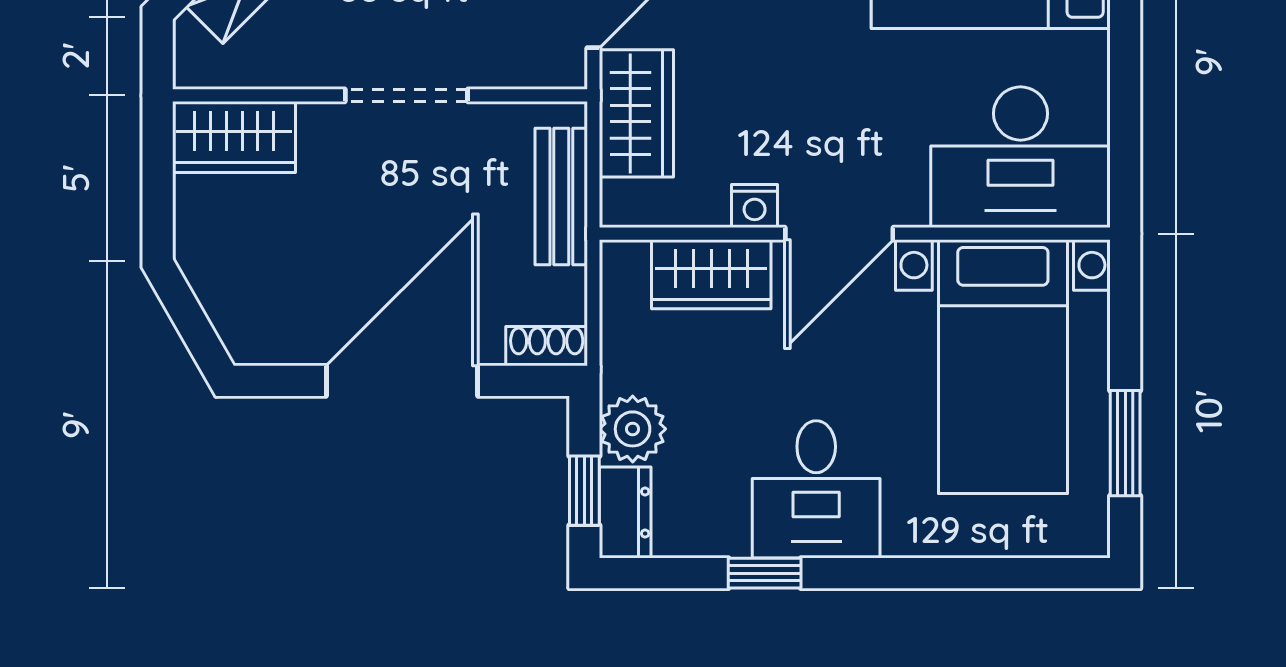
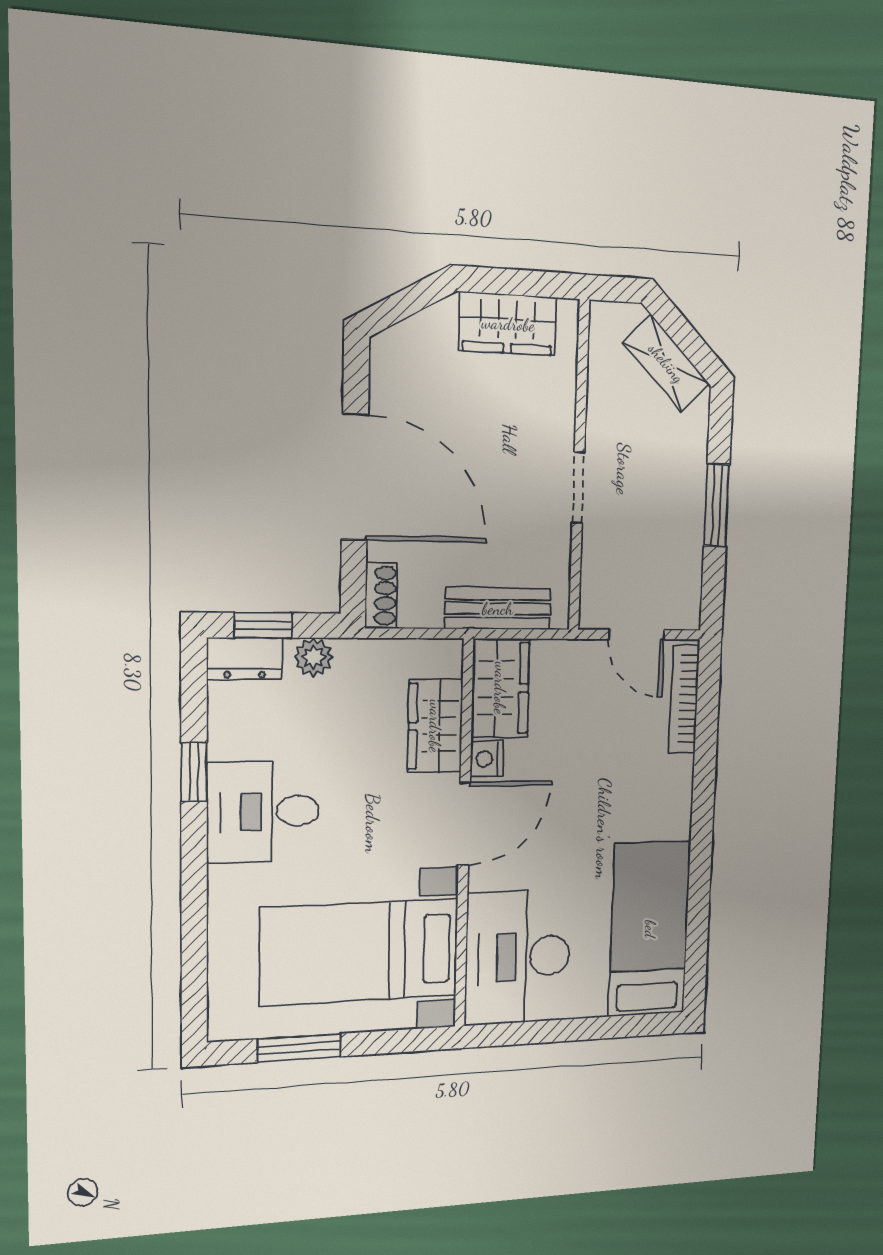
doorway: (406, 95) -> (578, 488), width x0.73
wardrobe: (636, 113) -> (500, 688), moved, turned -90
wardrobe: (234, 137) -> (508, 324), moved, turned -90
door: (839, 234) -> (464, 824), swing flipped
plant: (633, 429) -> (314, 657), width x0.73, depth x0.73

